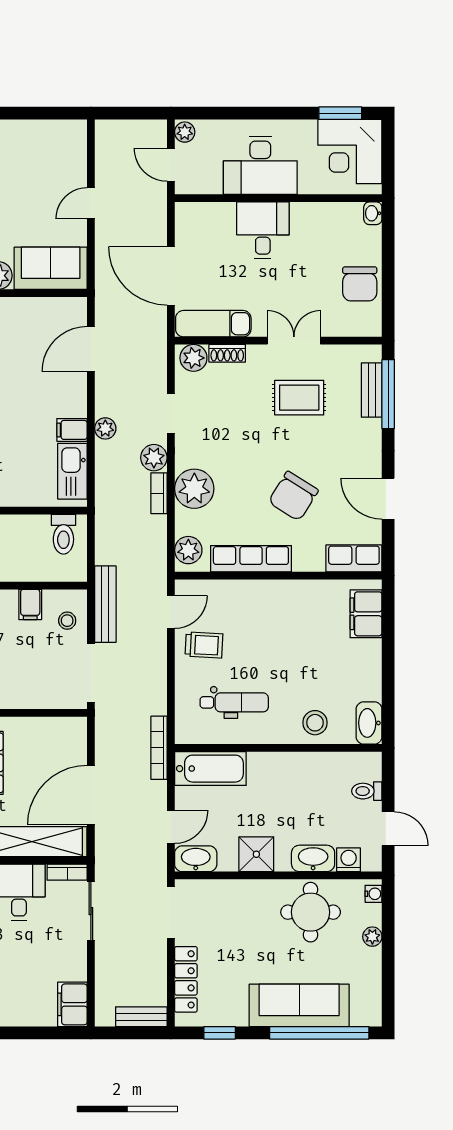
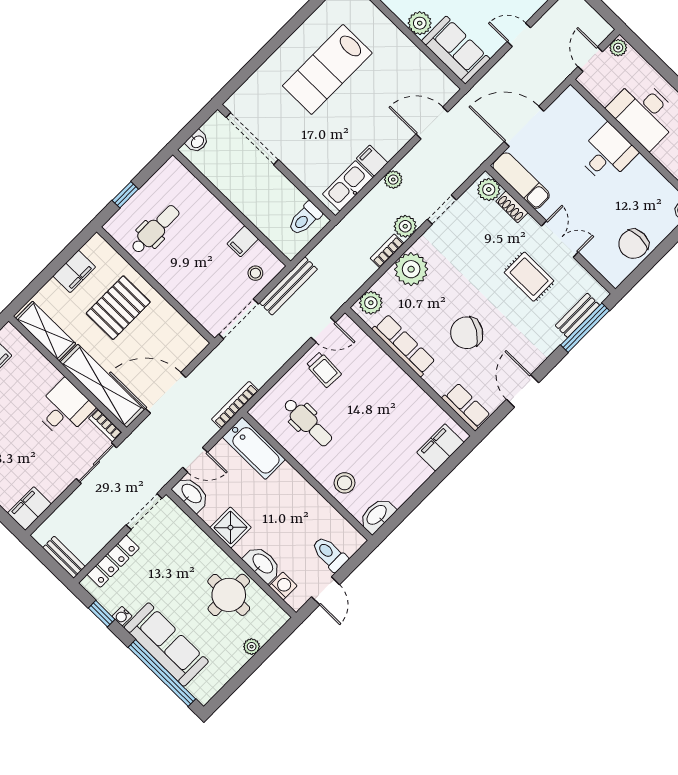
door: (171, 276) -> (524, 126), hinge flipped
toilet: (367, 791) -> (329, 554), width x1.37, depth x1.39
water cooler: (374, 894) -> (122, 616), moved, turned 90

